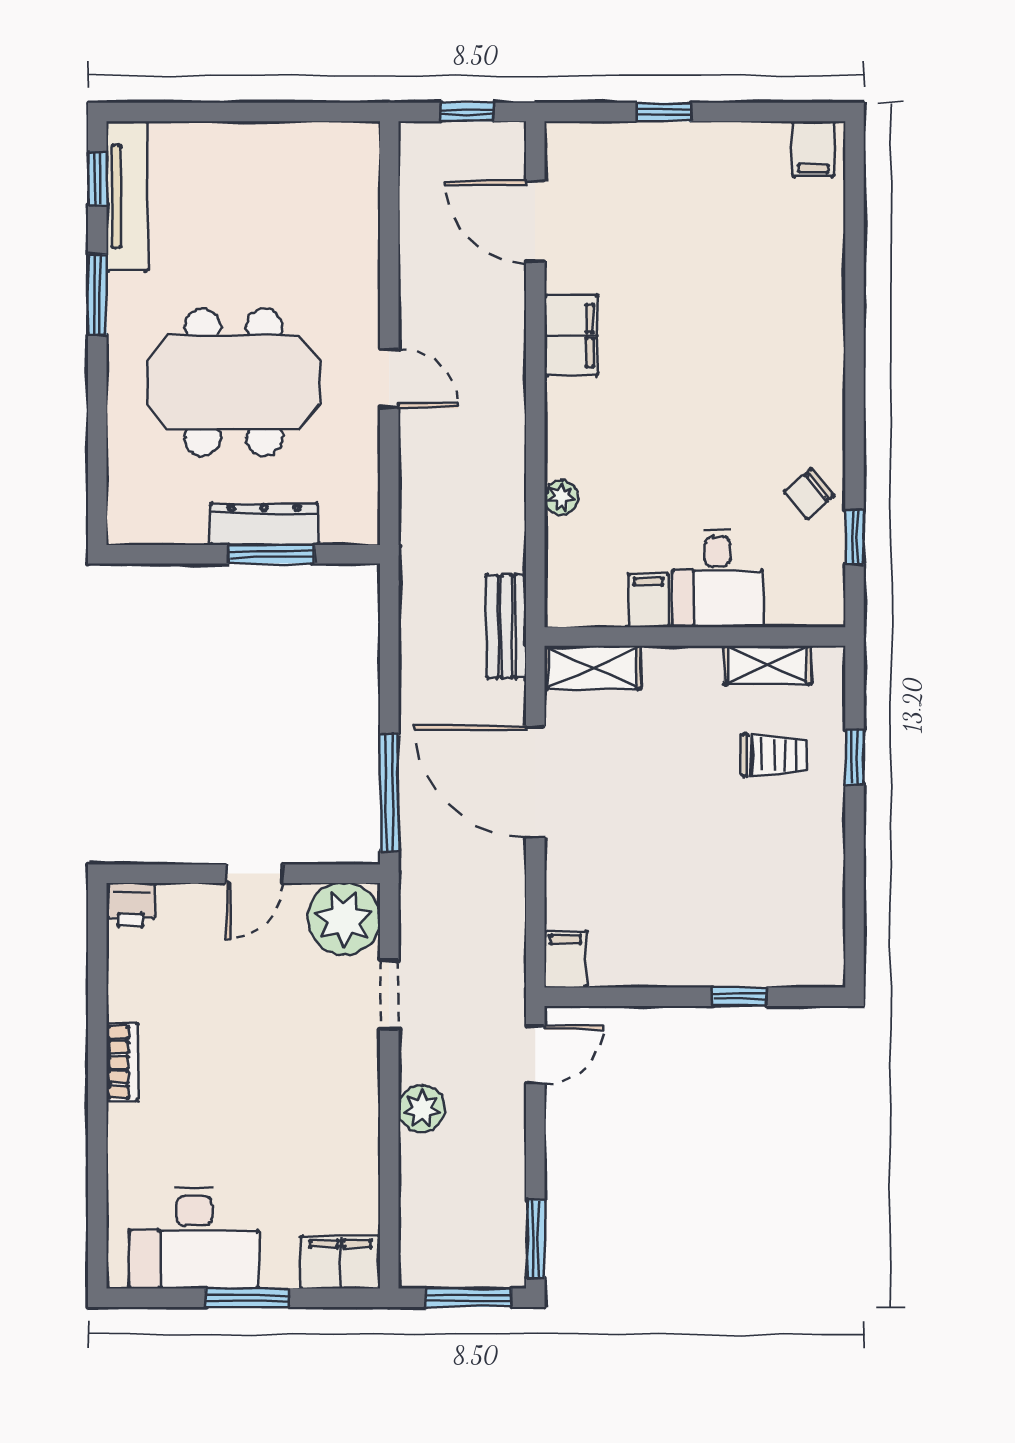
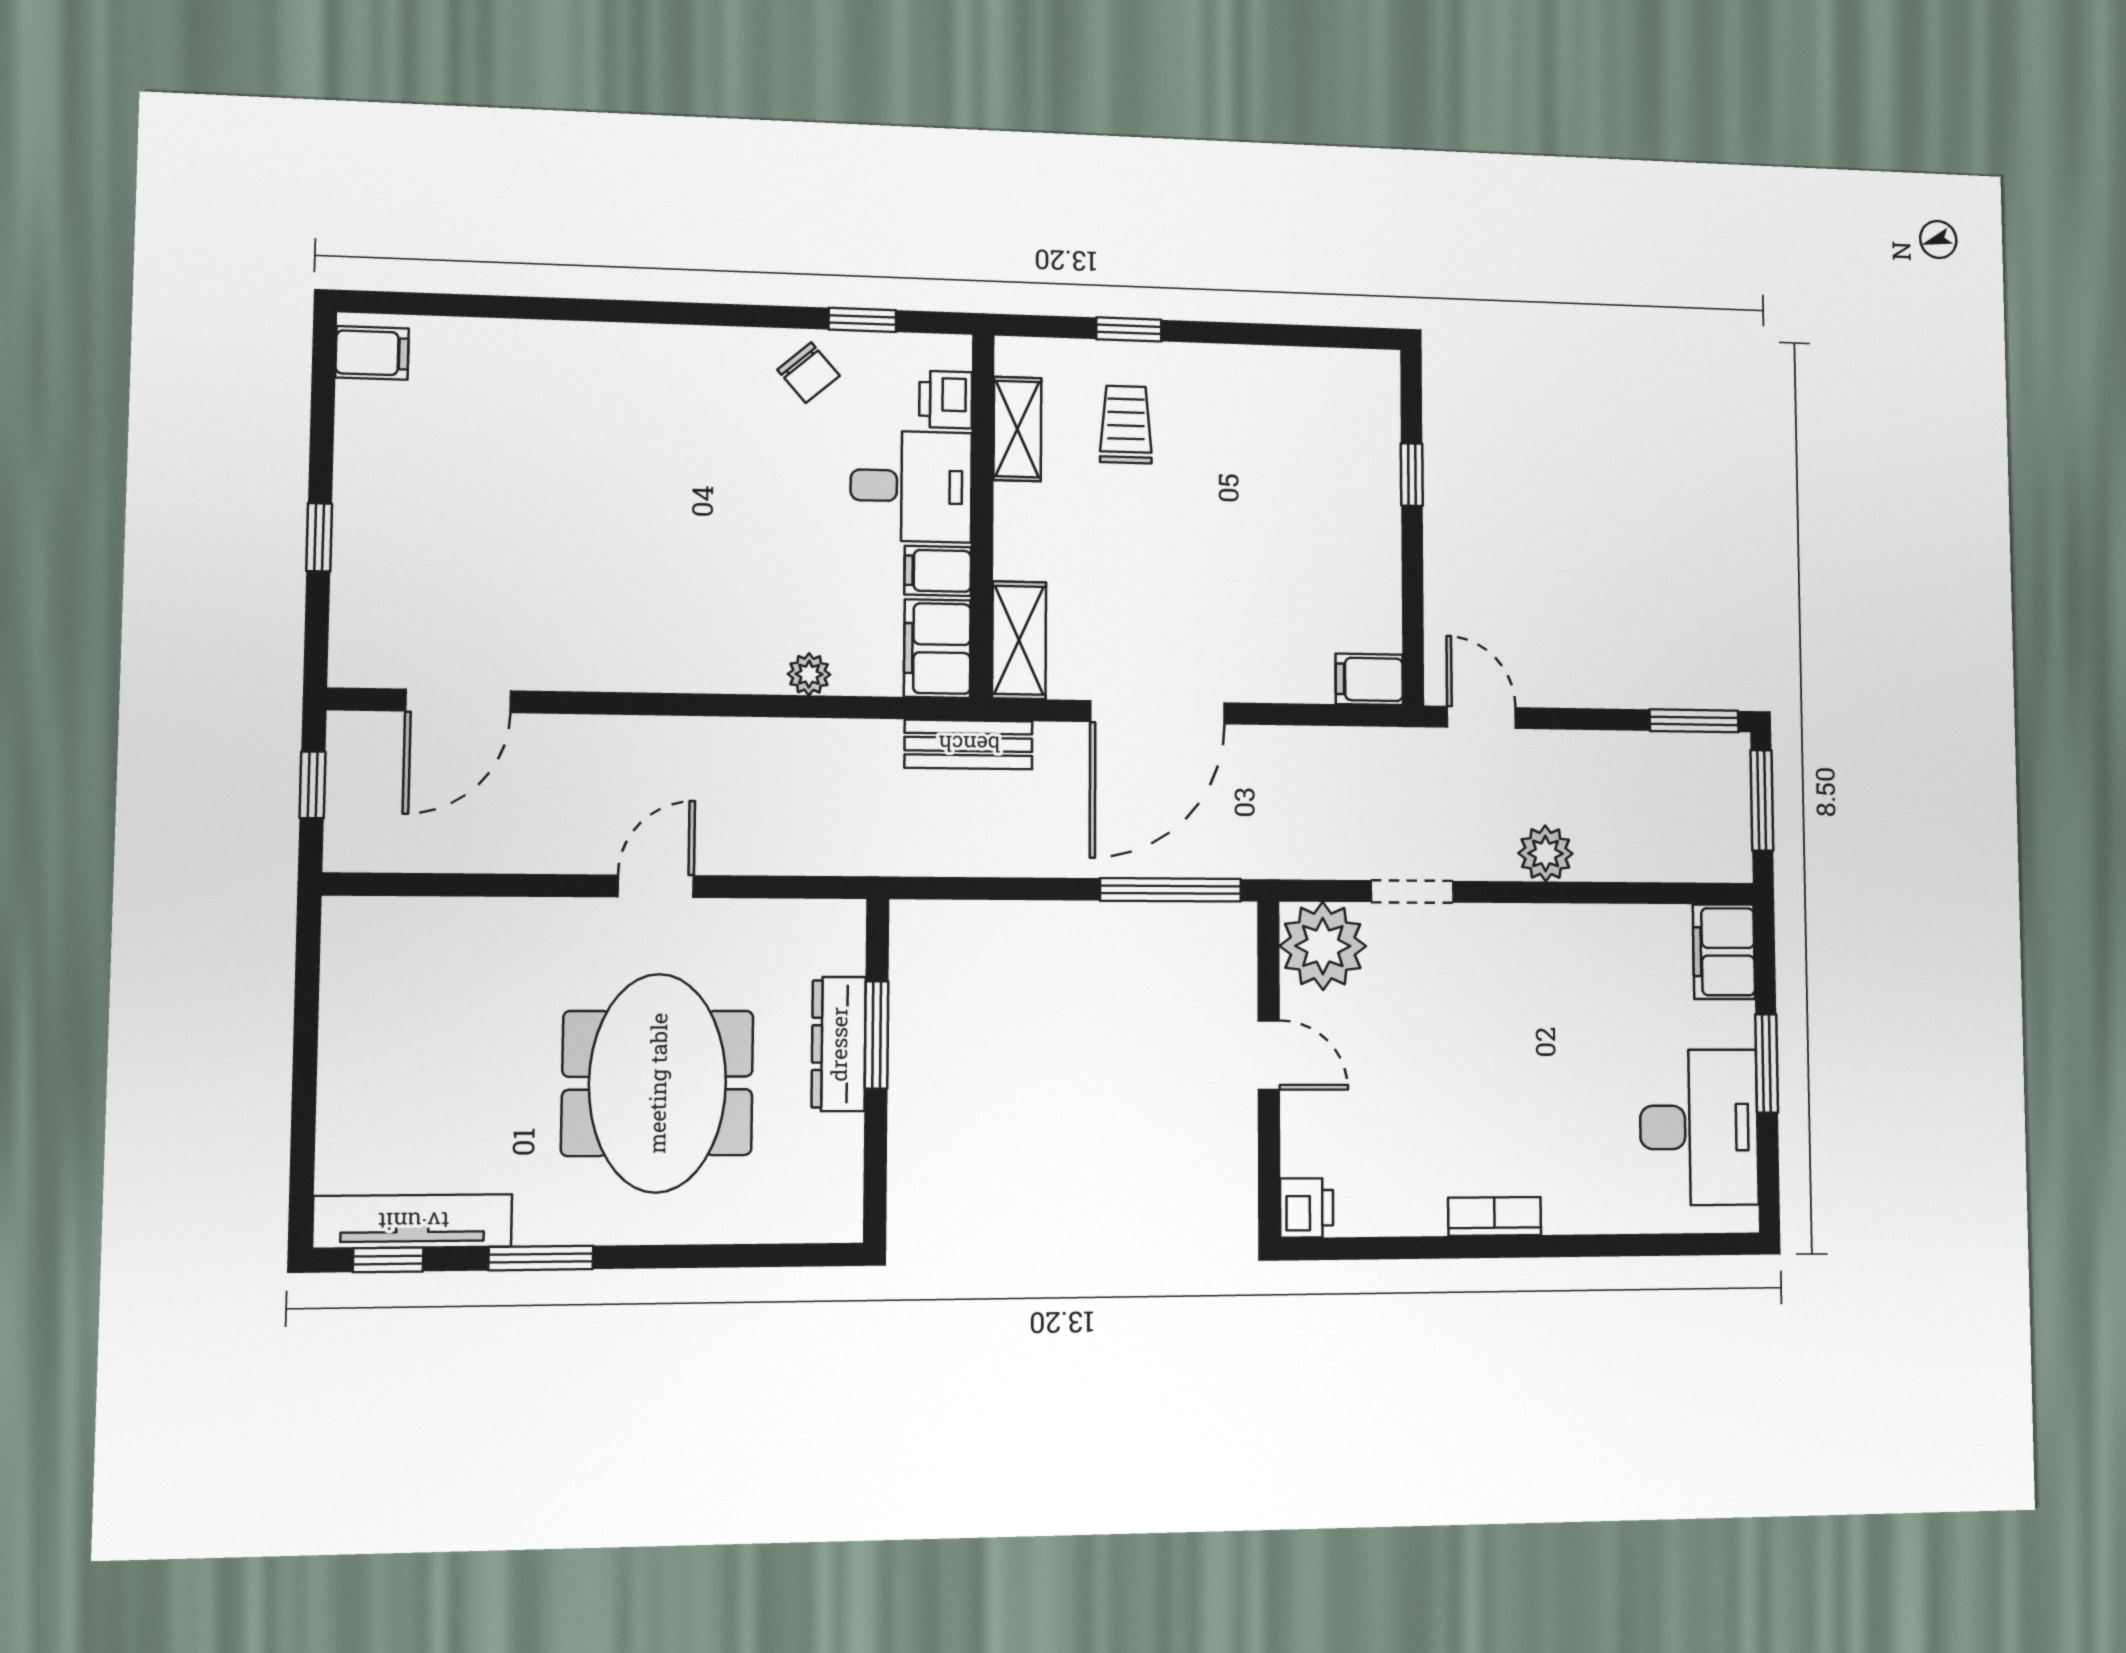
filing cabinet: (571, 335) -> (937, 649), moved, turned -90
printer: (790, 606) -> (946, 400), added

